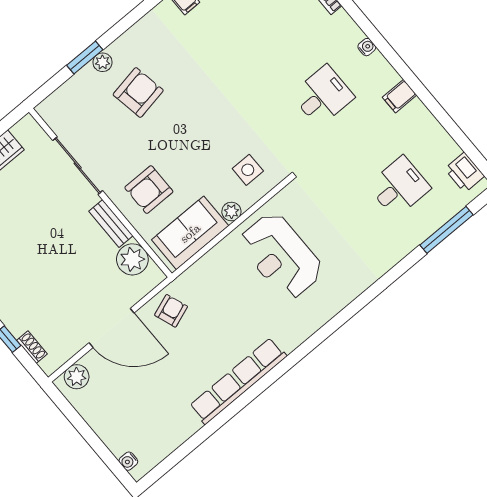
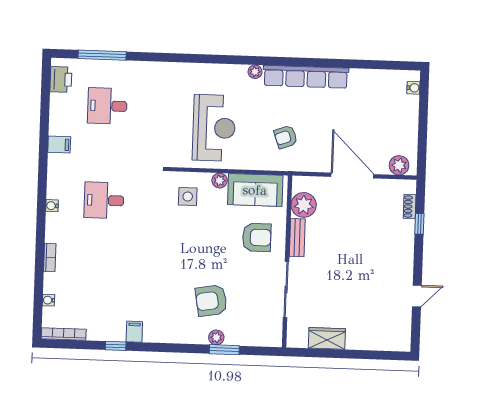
filing cabinet: (400, 96) -> (59, 145), moved
armchair: (171, 311) -> (286, 137), moved
plant: (290, 343) -> (255, 72), added

